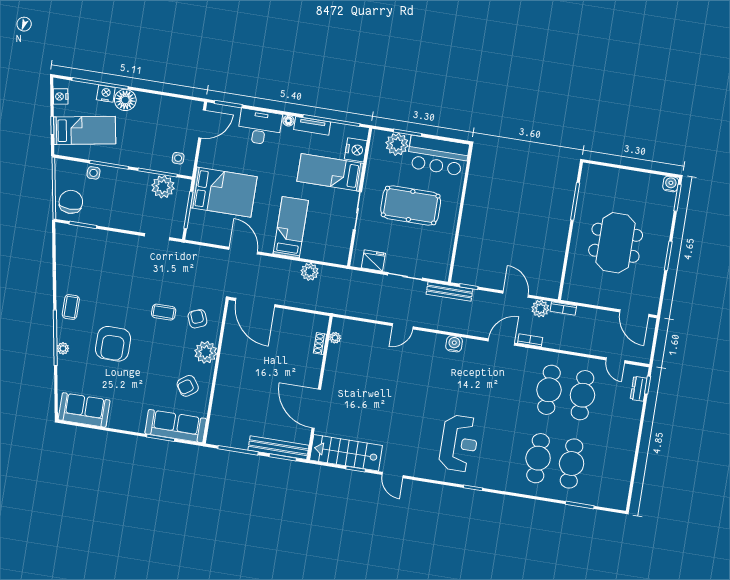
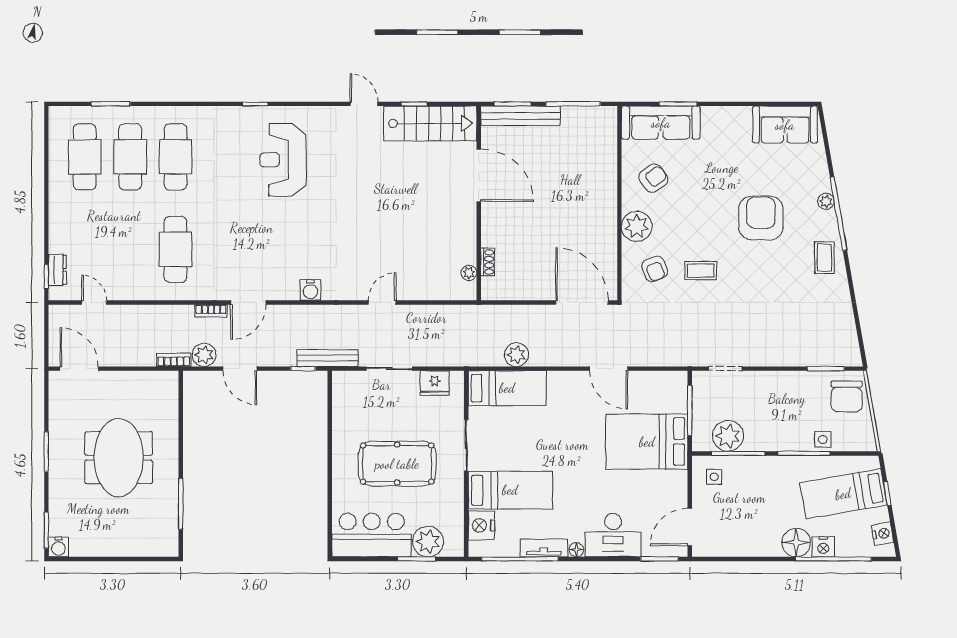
bed: (291, 227) -> (507, 388), moved, turned -90
cafe table: (582, 395) -> (85, 157), moved

